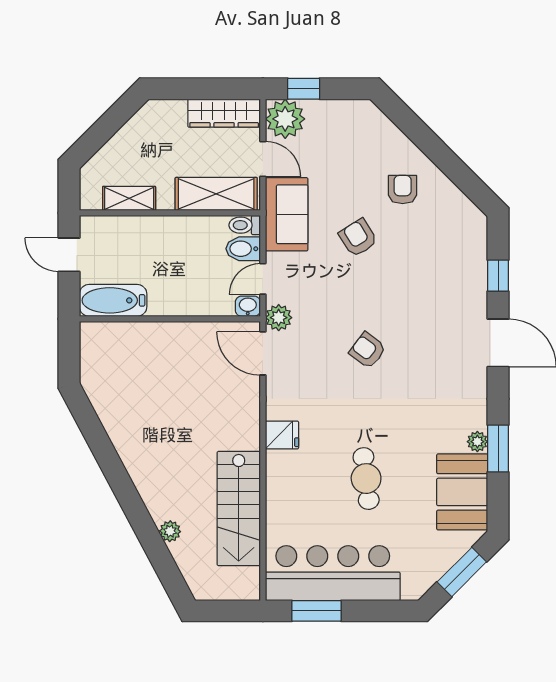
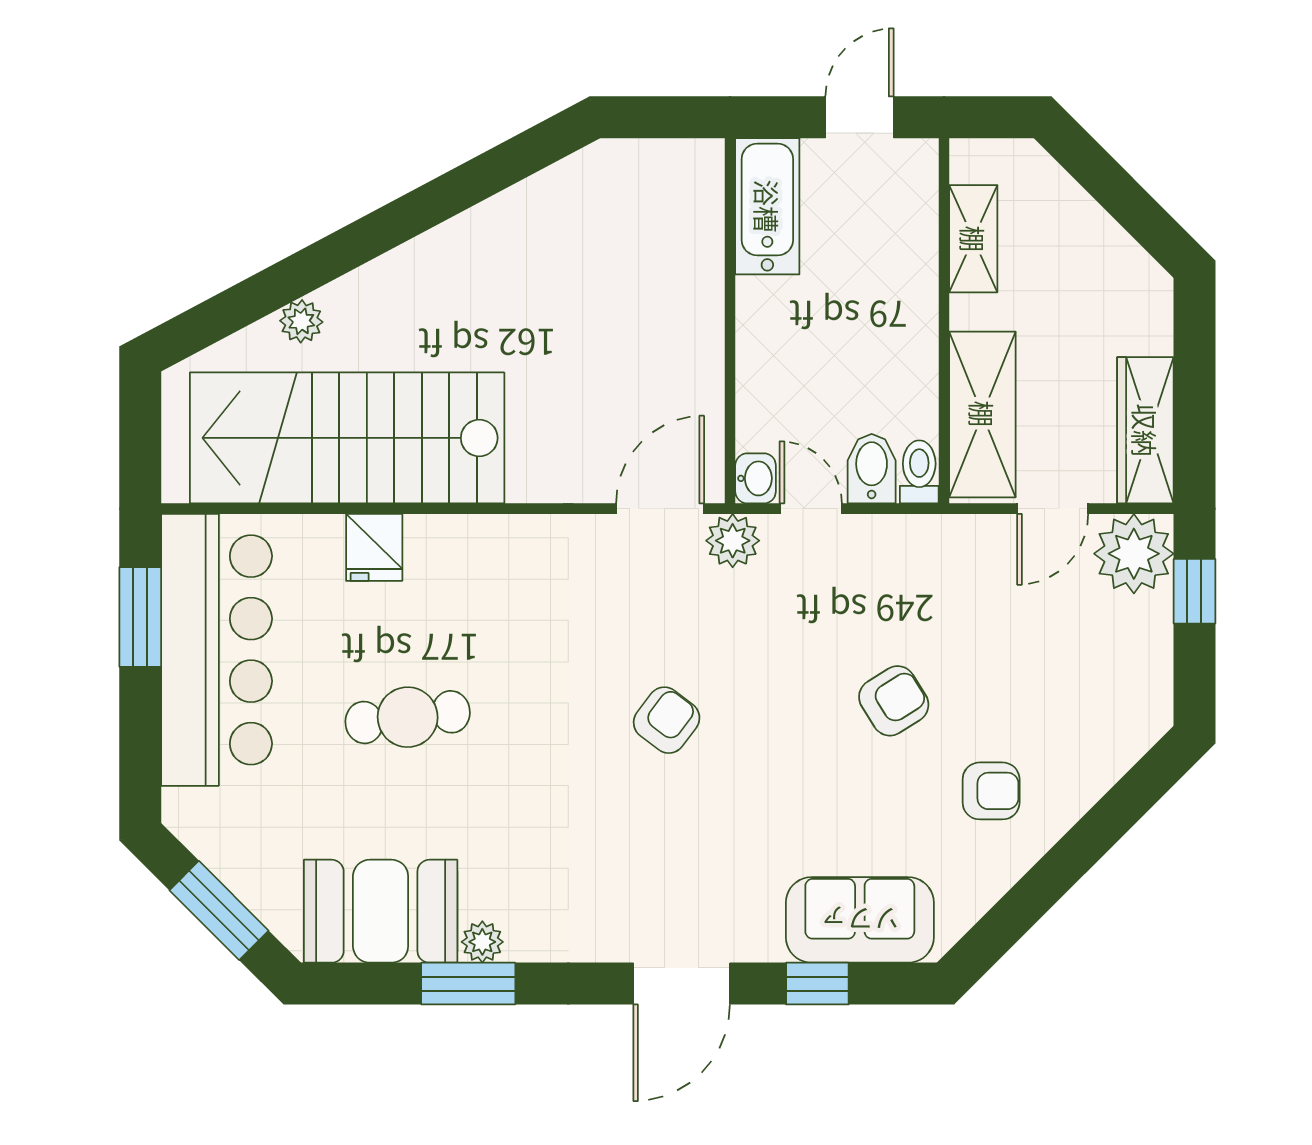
sofa: (287, 214) -> (860, 920), moved, turned 180
fridge: (282, 435) -> (374, 547), moved
stairs: (239, 508) -> (347, 438), width x1.36, depth x1.51

